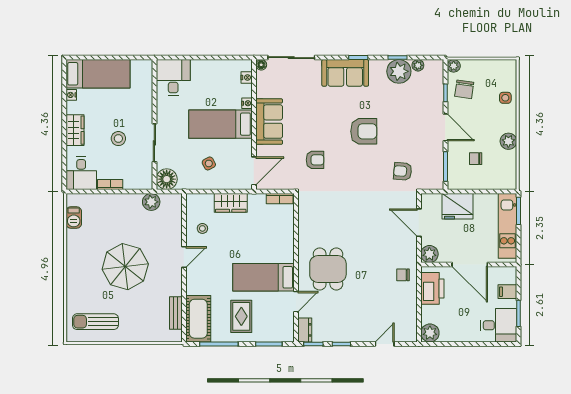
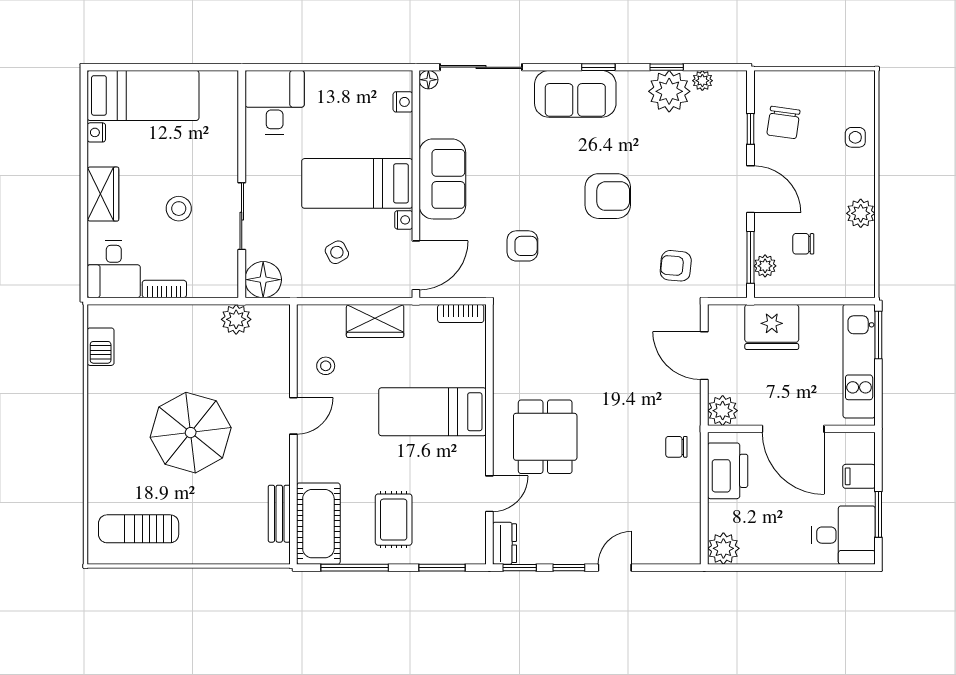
plant: (454, 66) -> (765, 266), moved
nightstand: (247, 103) -> (404, 220), moved
bed: (263, 277) -> (432, 412), moved
door: (385, 344) -> (615, 568), moved

